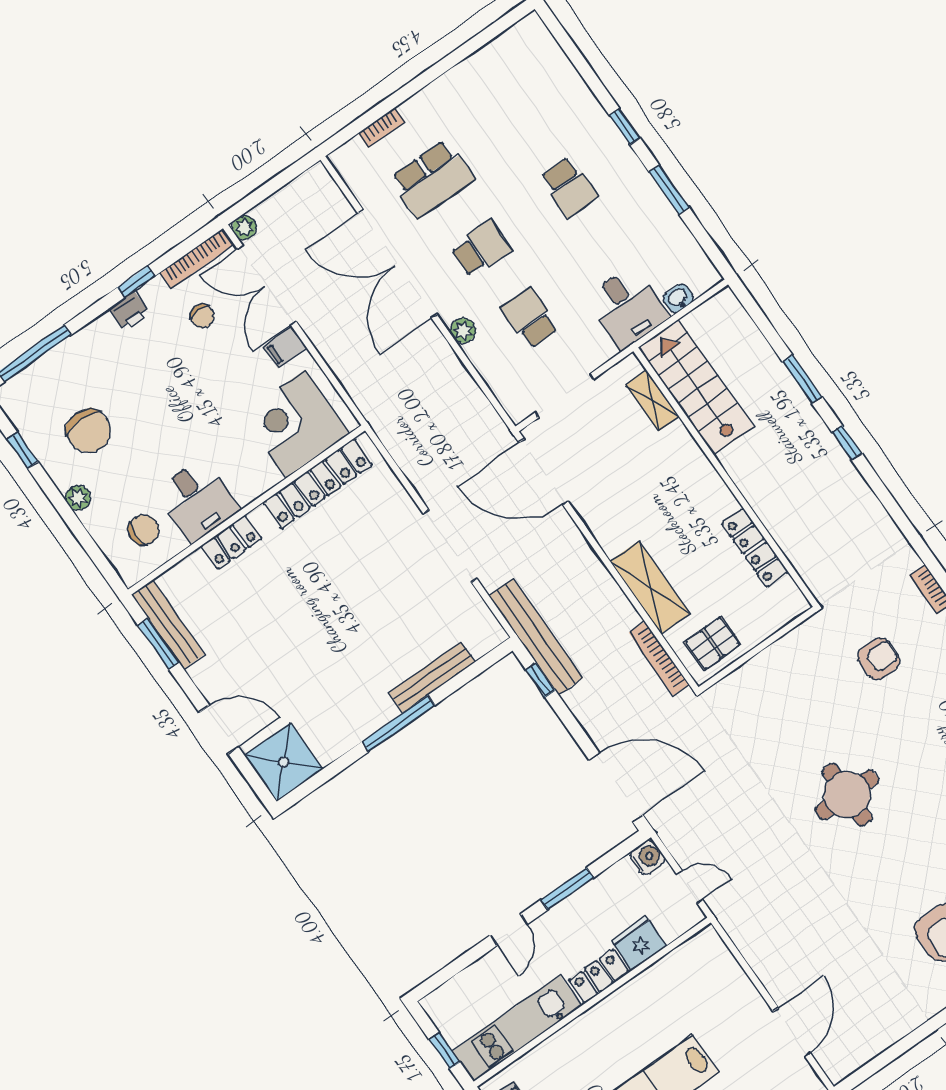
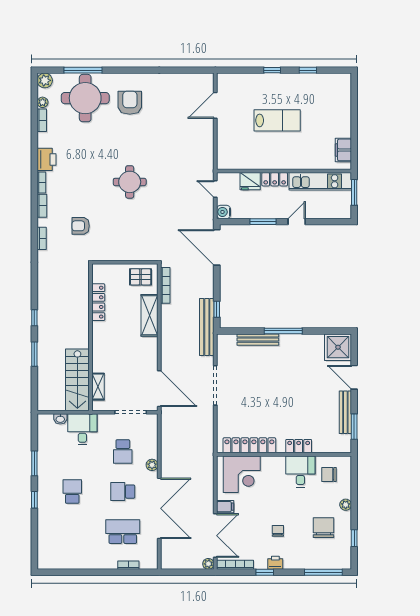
chair: (202, 316) -> (278, 531), moved
bench: (168, 625) -> (345, 412), moved
window: (444, 1051) -> (354, 192), width x1.50

